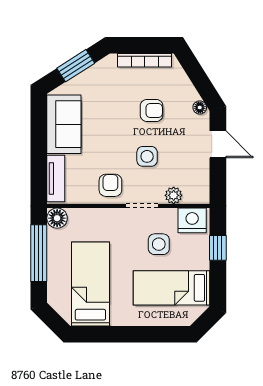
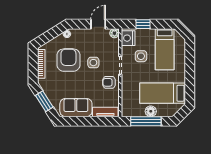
armchair: (152, 110) -> (68, 60), width x1.88, depth x1.88
door: (218, 144) -> (98, 24), moved
plant: (174, 195) -> (114, 33), moved
floor lamp: (57, 218) -> (151, 111), moved

